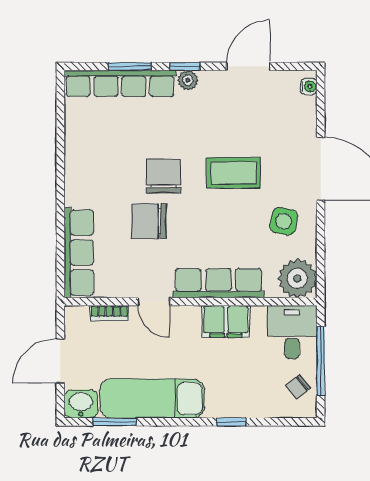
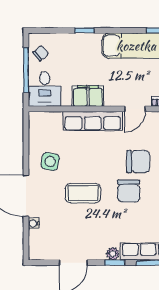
water cooler: (309, 86) -> (34, 223), moved
plant: (297, 278) -> (41, 124), removed
door: (154, 302) -> (135, 109), swing flipped

